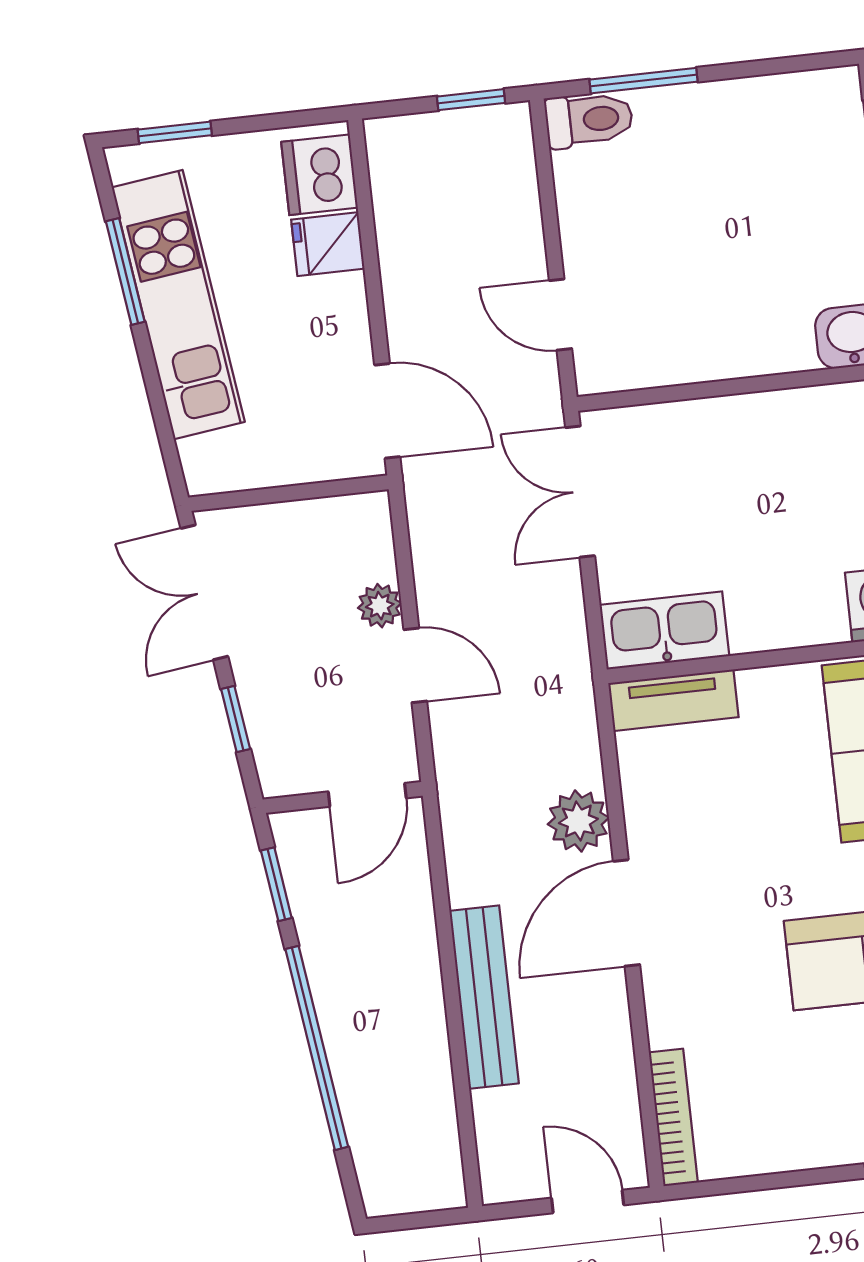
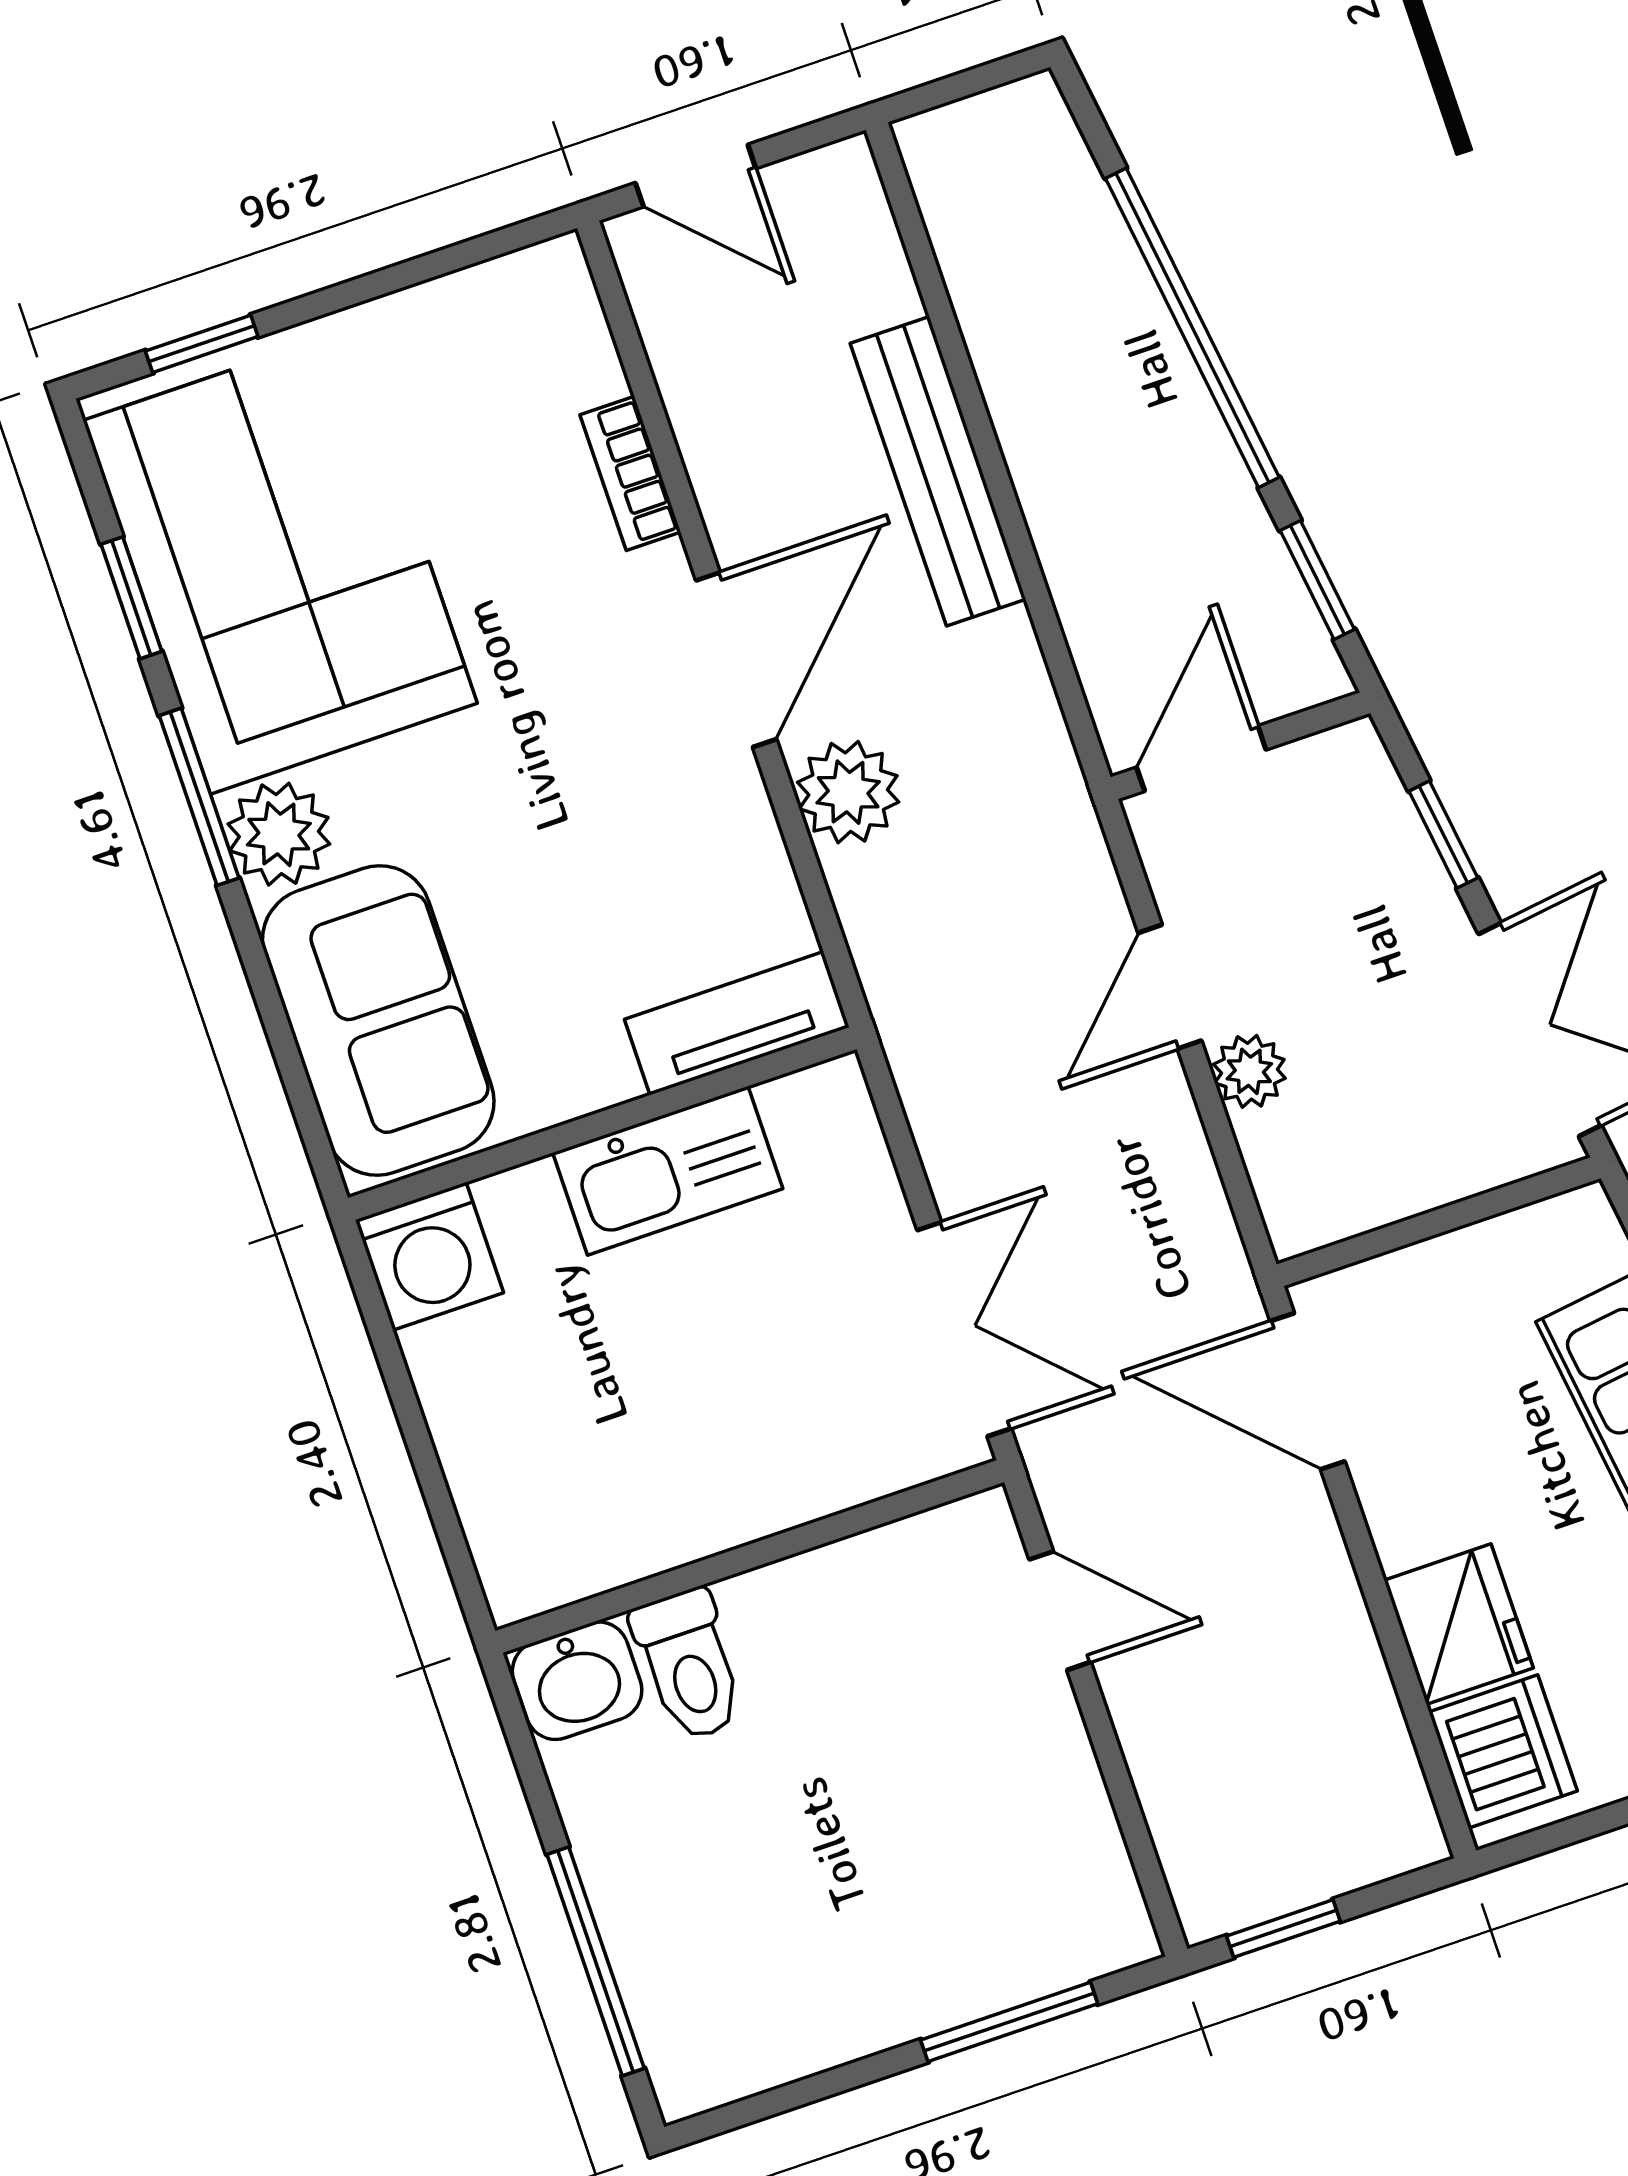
toilet: (589, 120) -> (689, 1665), moved, turned -90
fridge: (328, 244) -> (1459, 1624), width x1.38
kitchen sink: (664, 630) -> (668, 1171), moved
door: (415, 665) -> (1170, 987), hinge flipped
bookcase: (673, 1117) -> (630, 473), moved, width x0.64

